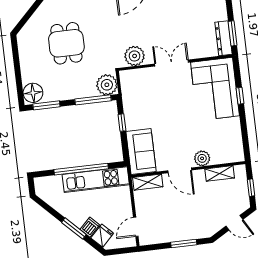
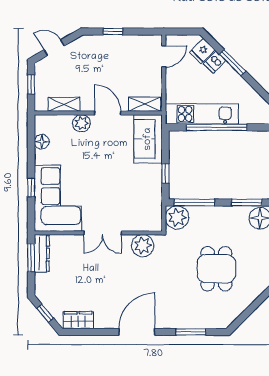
floor lamp: (235, 138) -> (42, 142), added
window: (184, 243) -> (113, 32), width x0.67

